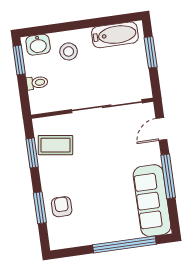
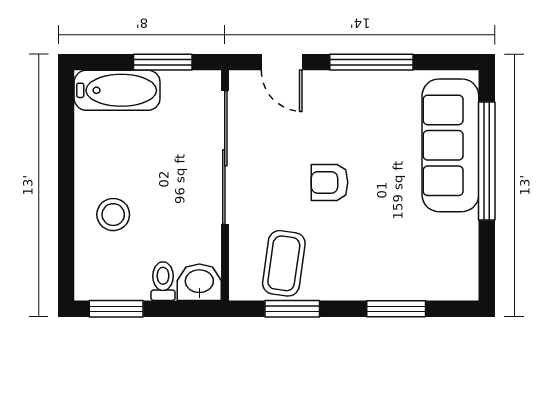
bathtub: (115, 35) -> (117, 90), moved, turned 90
washbasin: (38, 45) -> (199, 282), moved, turned -90
window: (151, 52) -> (163, 62), moved
sofa: (152, 201) -> (450, 145), moved, turned 90
armchair: (62, 207) -> (330, 182), moved

